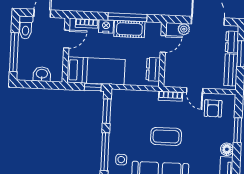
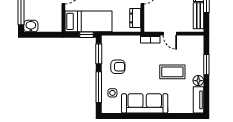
washbasin: (42, 74) -> (31, 26), moved
armchair: (213, 108) -> (118, 67), moved, turned -90
coffee table: (166, 136) -> (172, 72), moved

